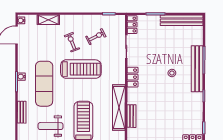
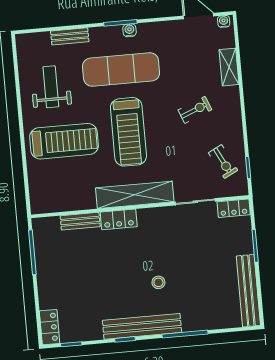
exercise bike: (96, 37) -> (223, 162), moved
treadmill: (81, 69) -> (128, 132), moved
bench: (197, 69) -> (142, 326), moved
locker: (133, 77) -> (119, 219), moved
shelving: (119, 108) -> (135, 195), moved

